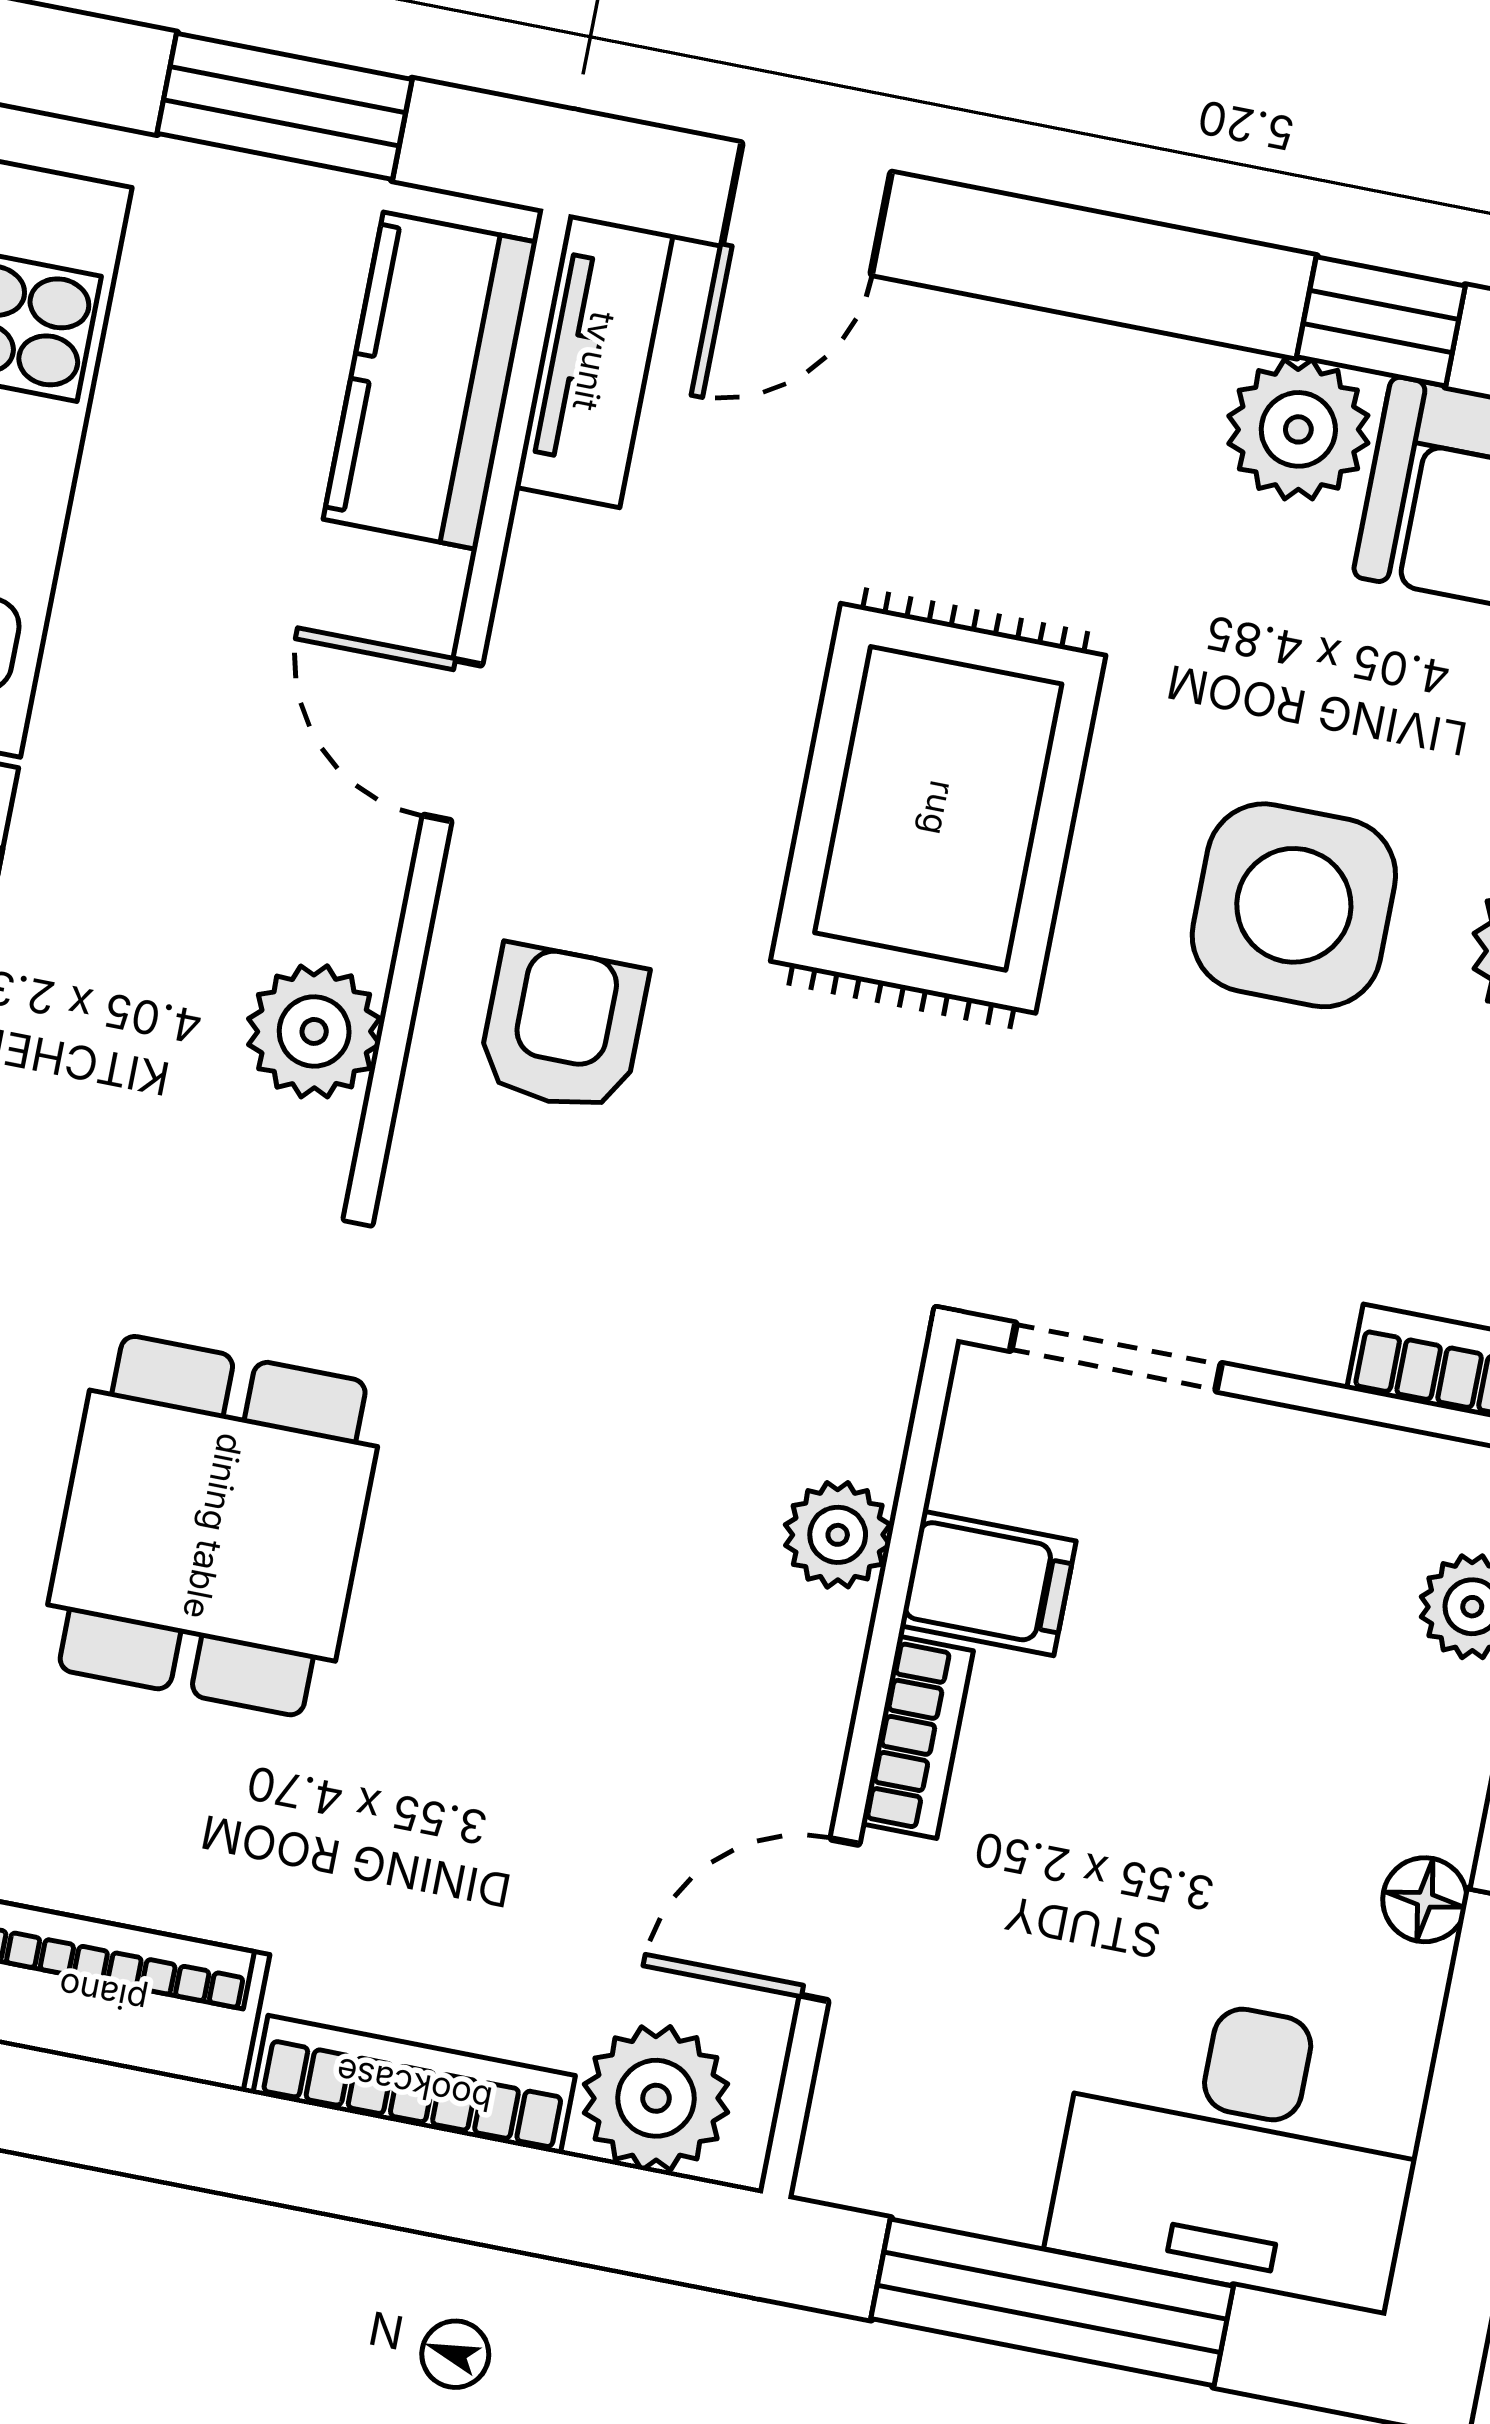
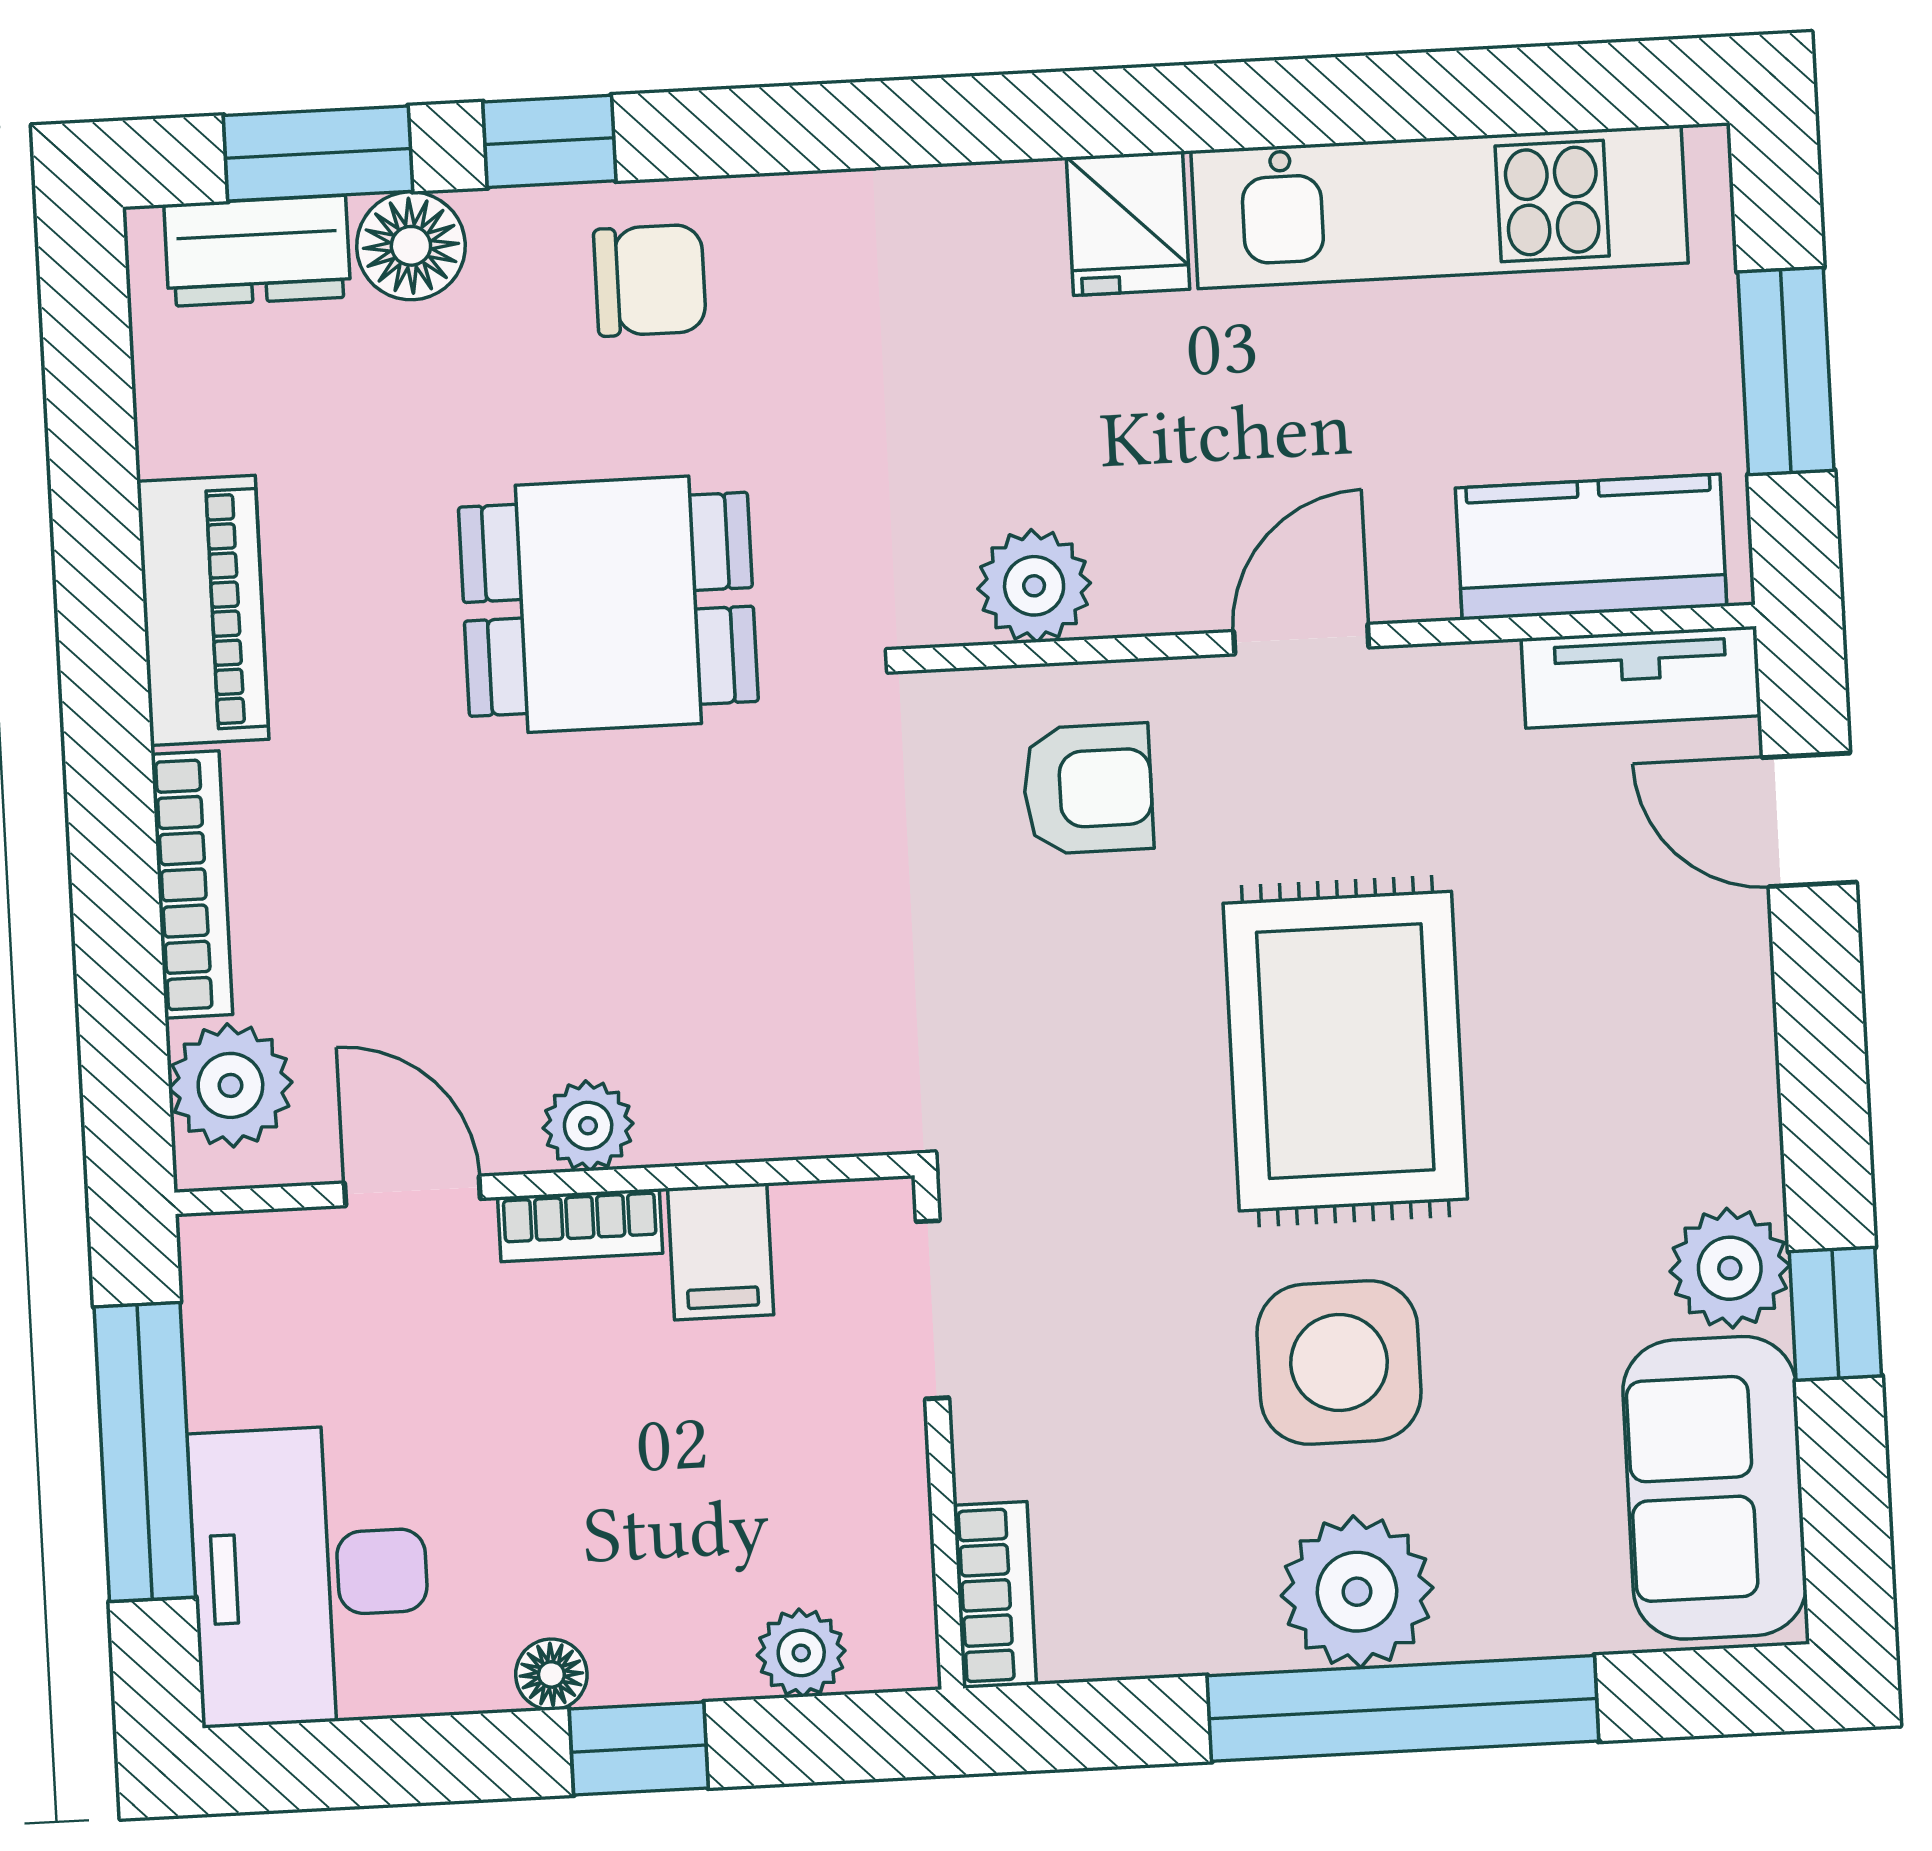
rug: (938, 808) -> (1345, 1051), turned 90
plant: (838, 1535) -> (588, 1126), moved

